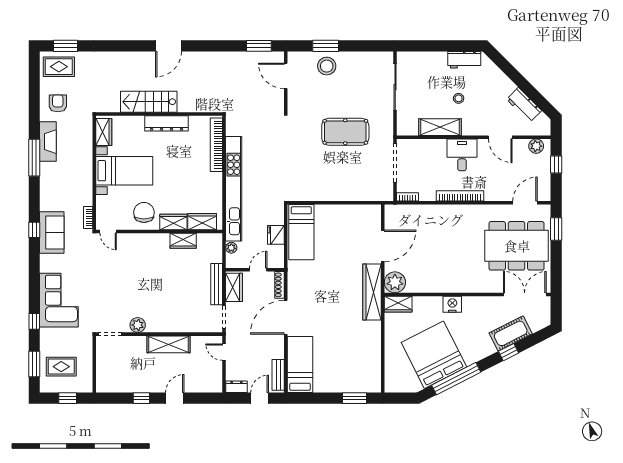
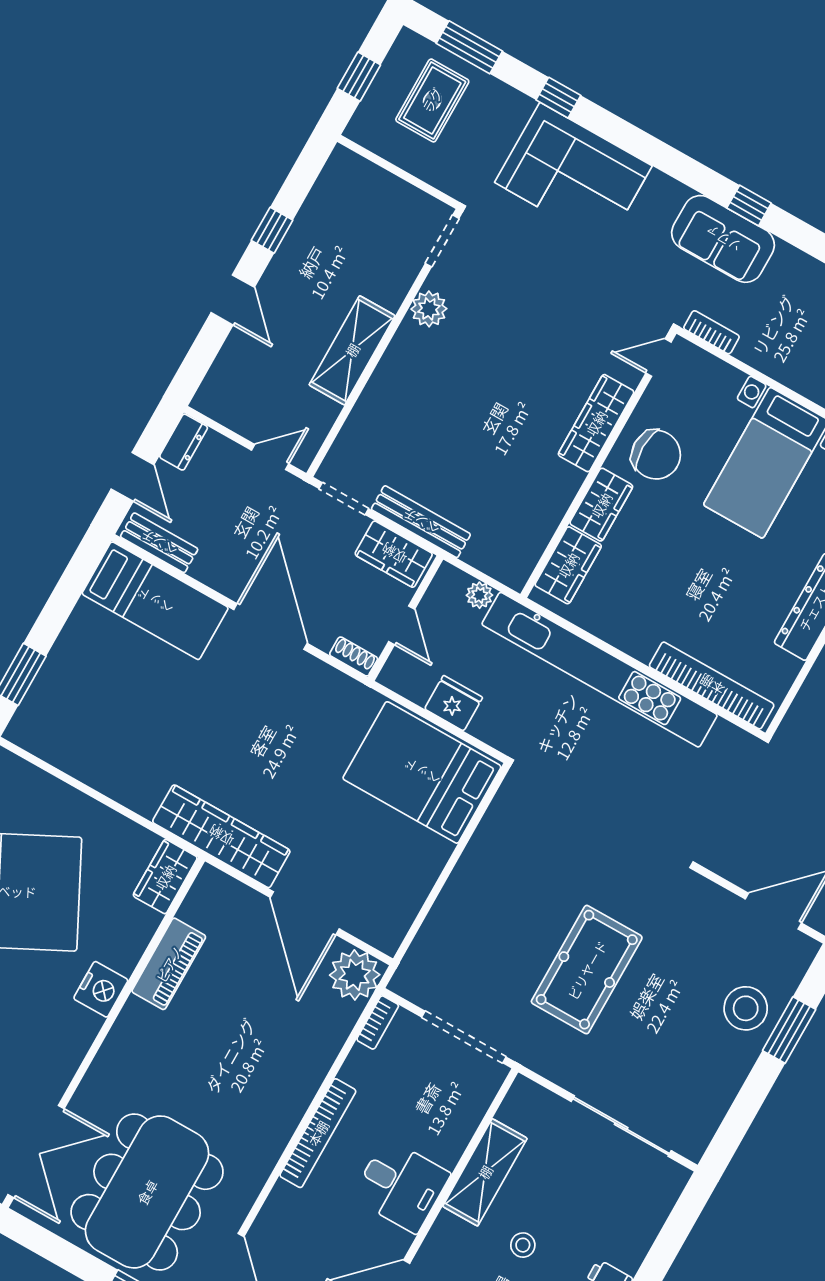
bed: (301, 232) -> (422, 772), width x1.50
wardrobe: (183, 241) -> (596, 423), moved, width x1.50
plant: (395, 282) -> (355, 975), moved
shoe rack: (279, 285) -> (354, 657), width x0.70
piano: (429, 285) -> (169, 964), added

